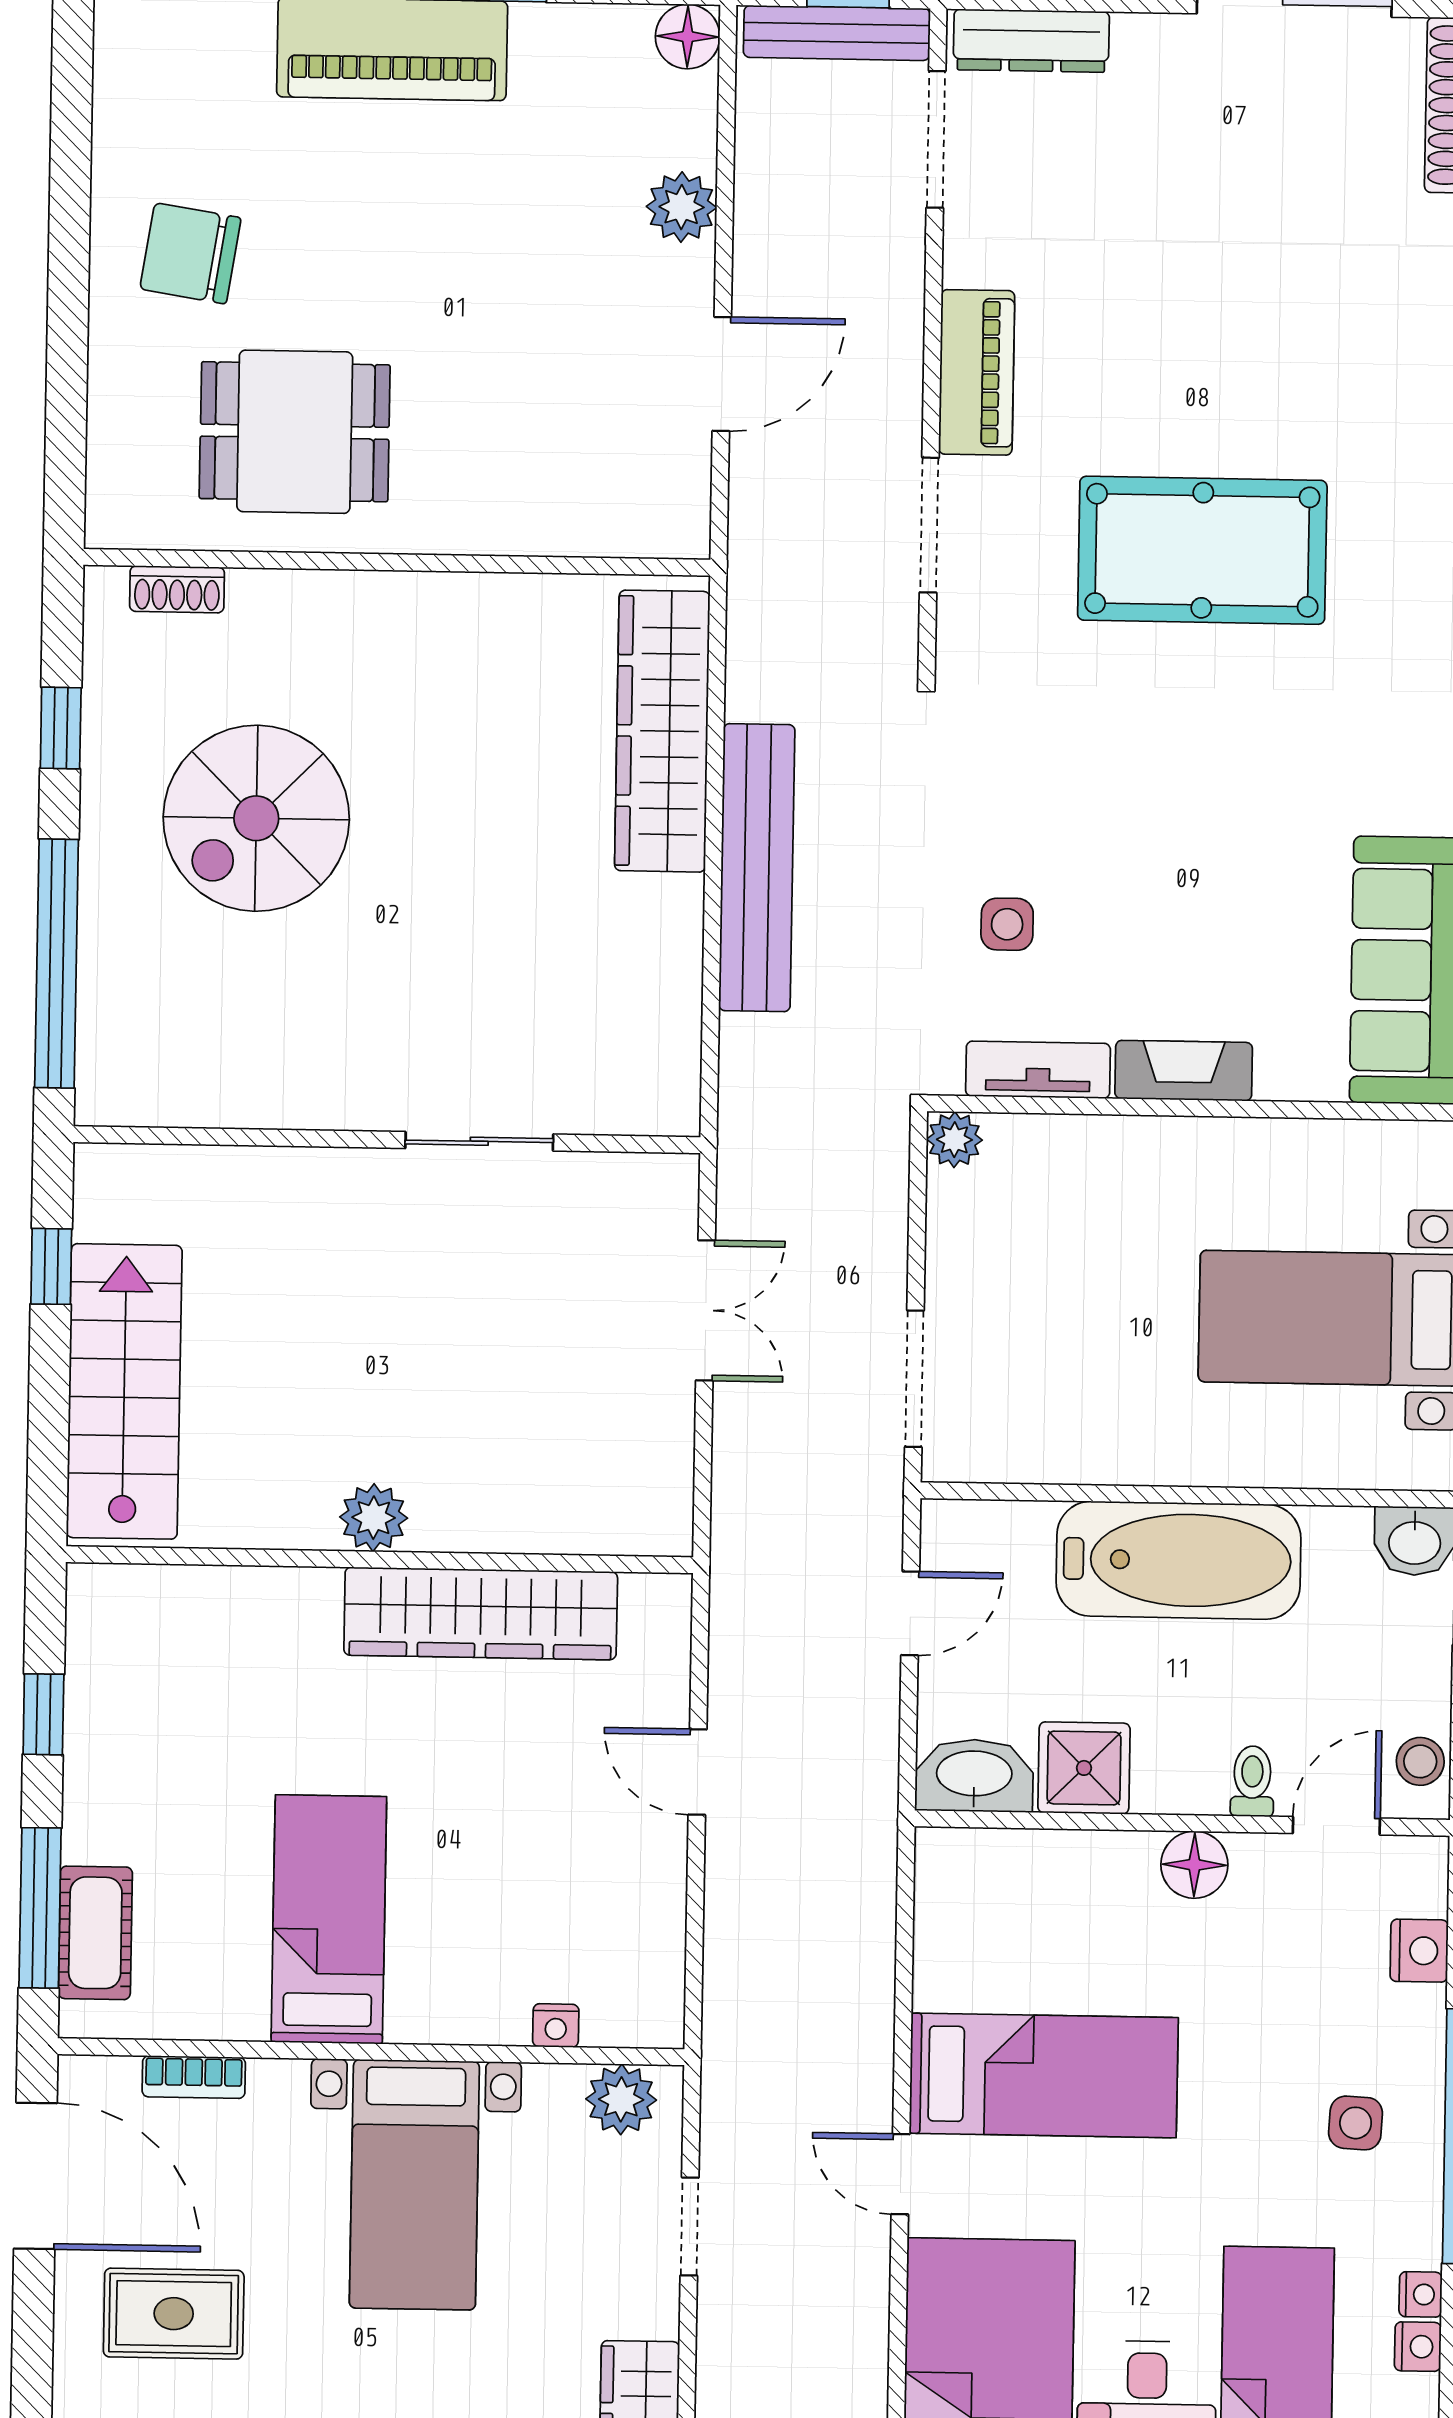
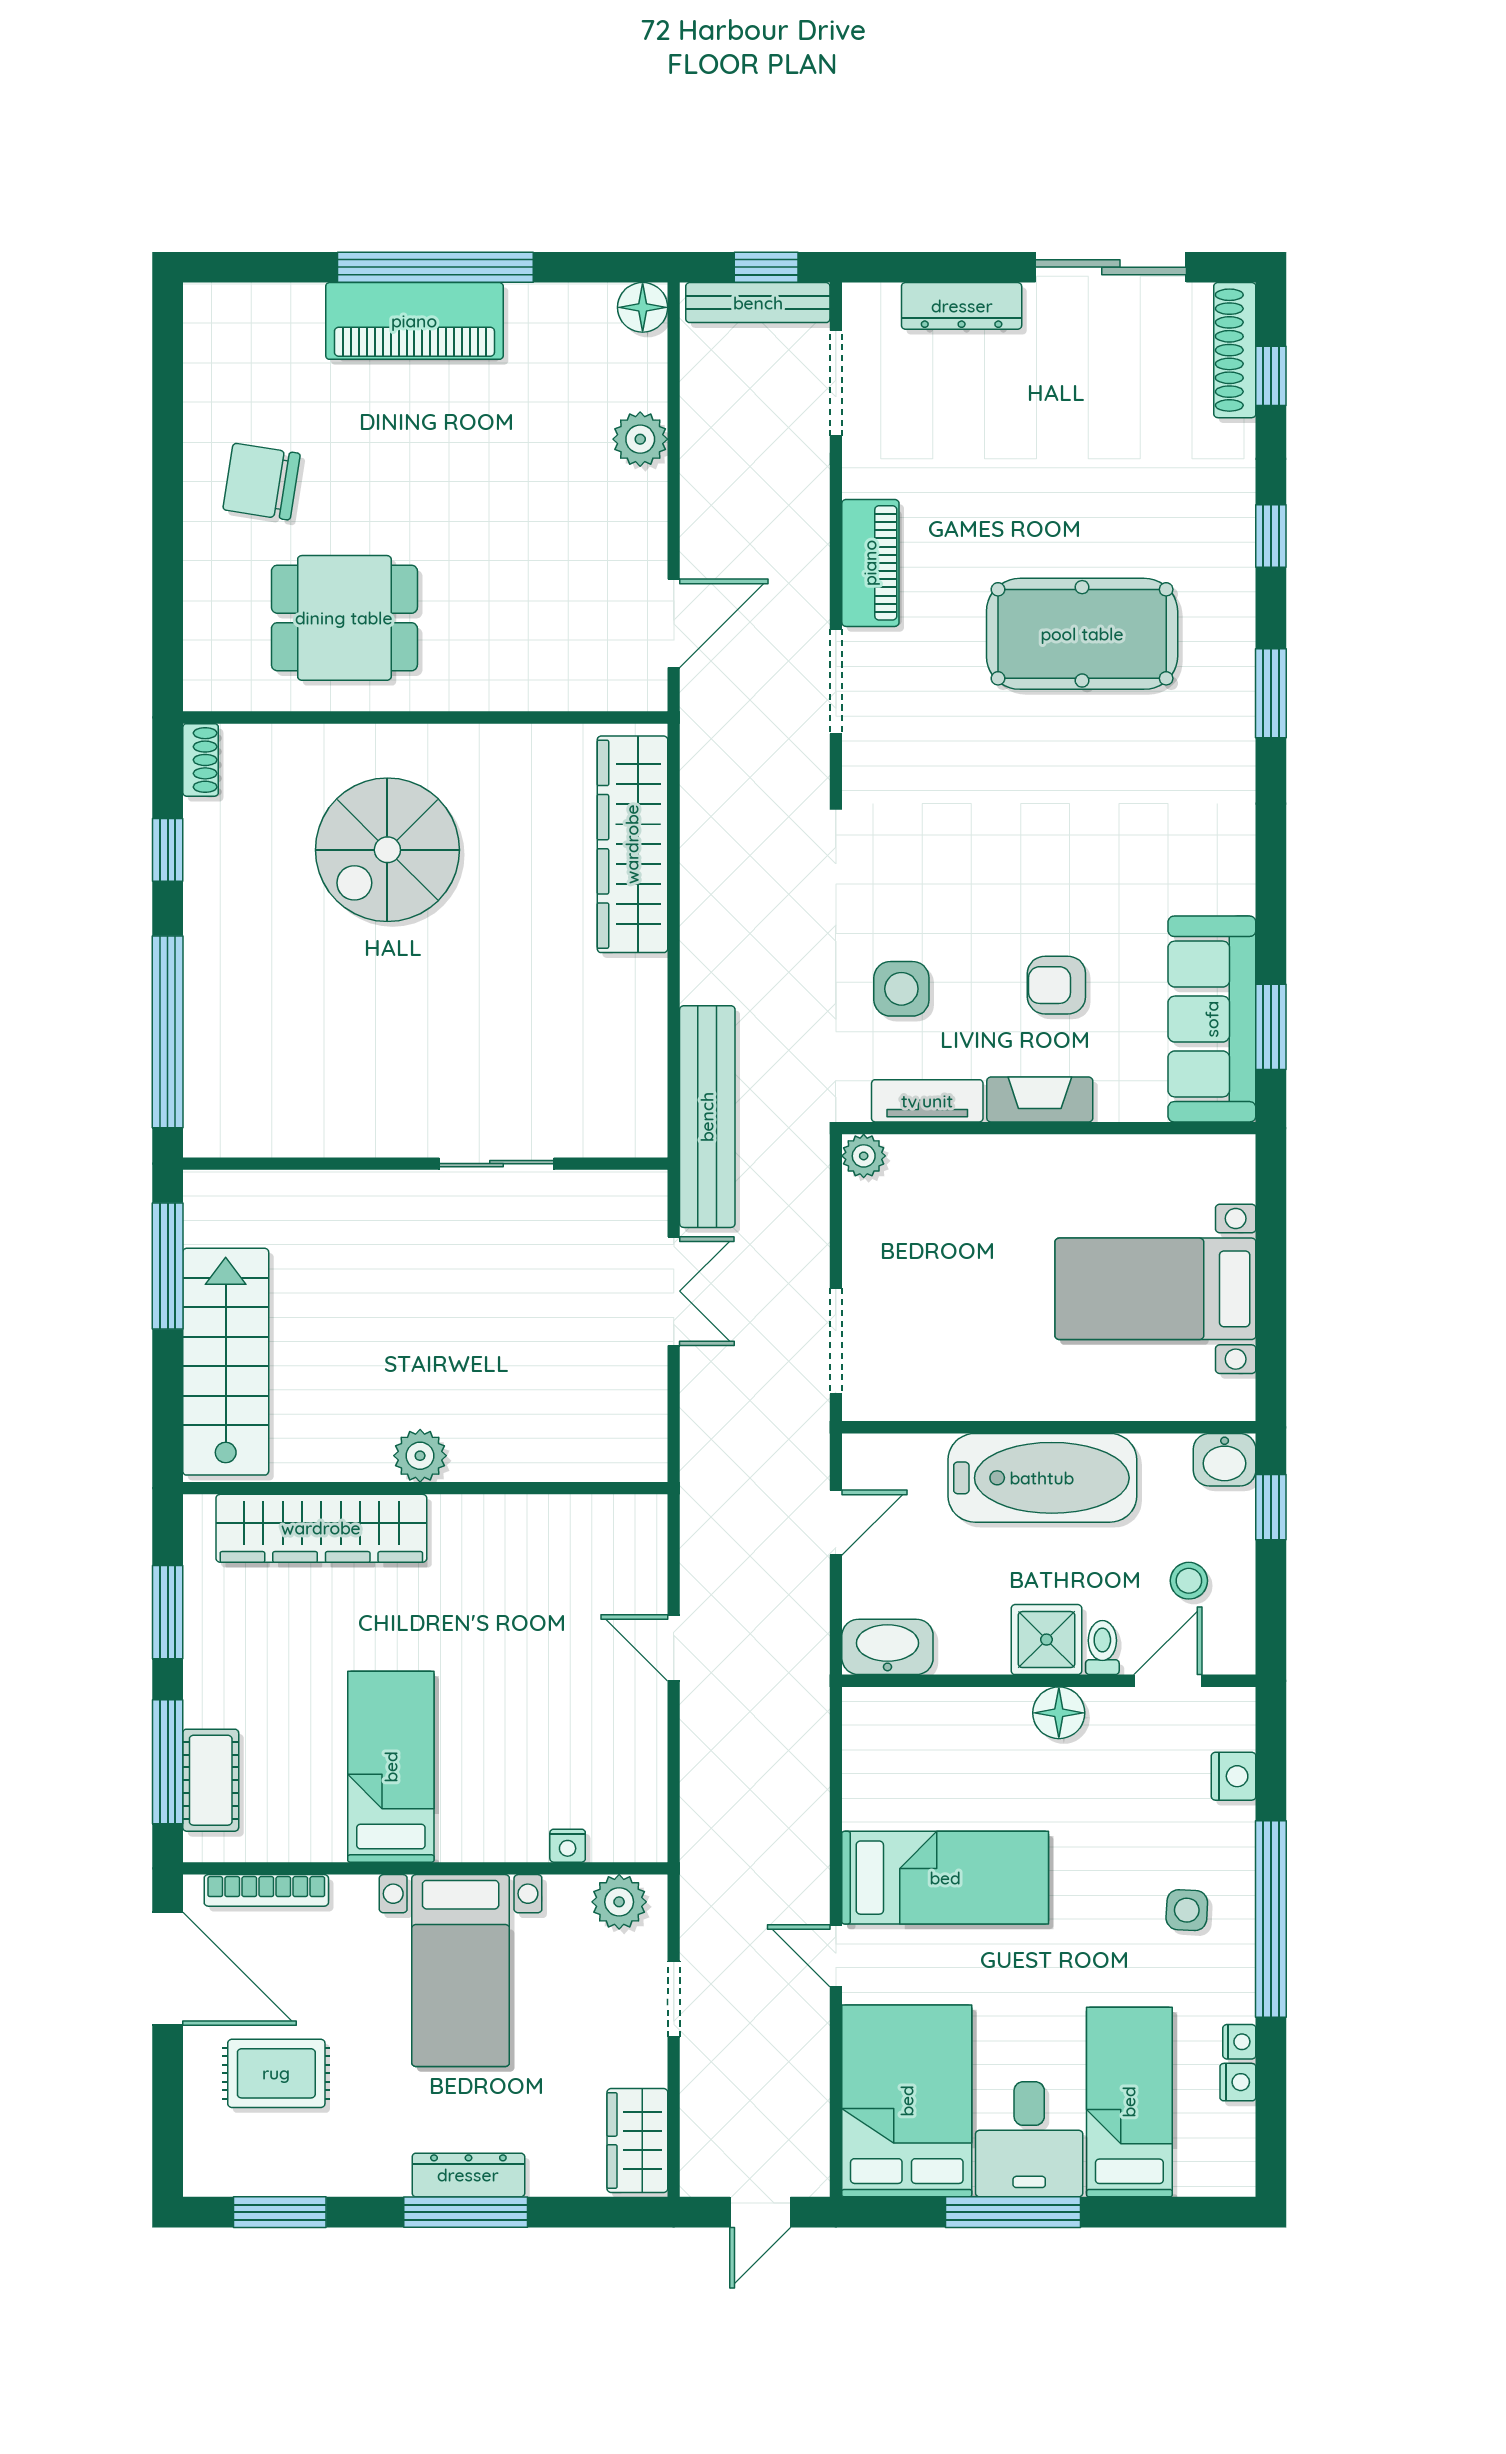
dresser: (1031, 41) -> (962, 306), moved
door: (722, 374) -> (674, 623), moved
pool table: (1202, 550) -> (1082, 634), moved
shoe rack: (177, 589) -> (201, 760), moved, turned -90
spiral stairs: (256, 818) -> (387, 850), moved
bench: (757, 868) -> (707, 1117), moved
armchair: (1208, 923) -> (1056, 985), added
side table: (1007, 924) -> (901, 989), width x1.37, depth x1.37
window: (51, 1266) -> (168, 1266), width x2.17
wardrobe: (481, 1613) -> (321, 1528), moved
window: (43, 1714) -> (168, 1612), width x1.50
stool: (1420, 1761) -> (1189, 1581), moved
shower: (1084, 1768) -> (1046, 1640), moved
bookcase: (194, 2077) -> (266, 1890), width x1.56

